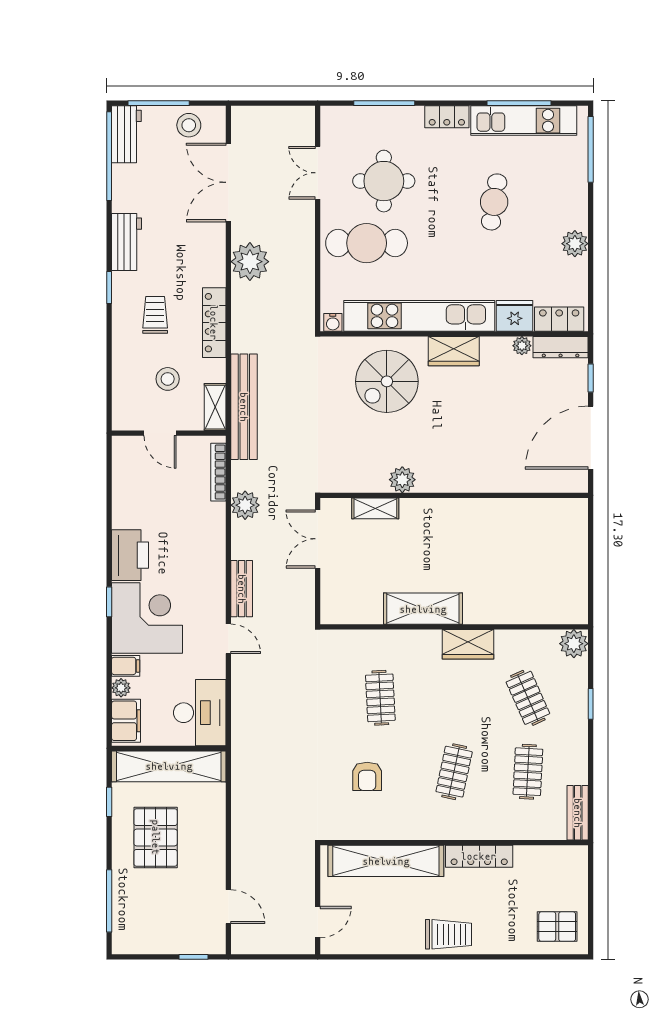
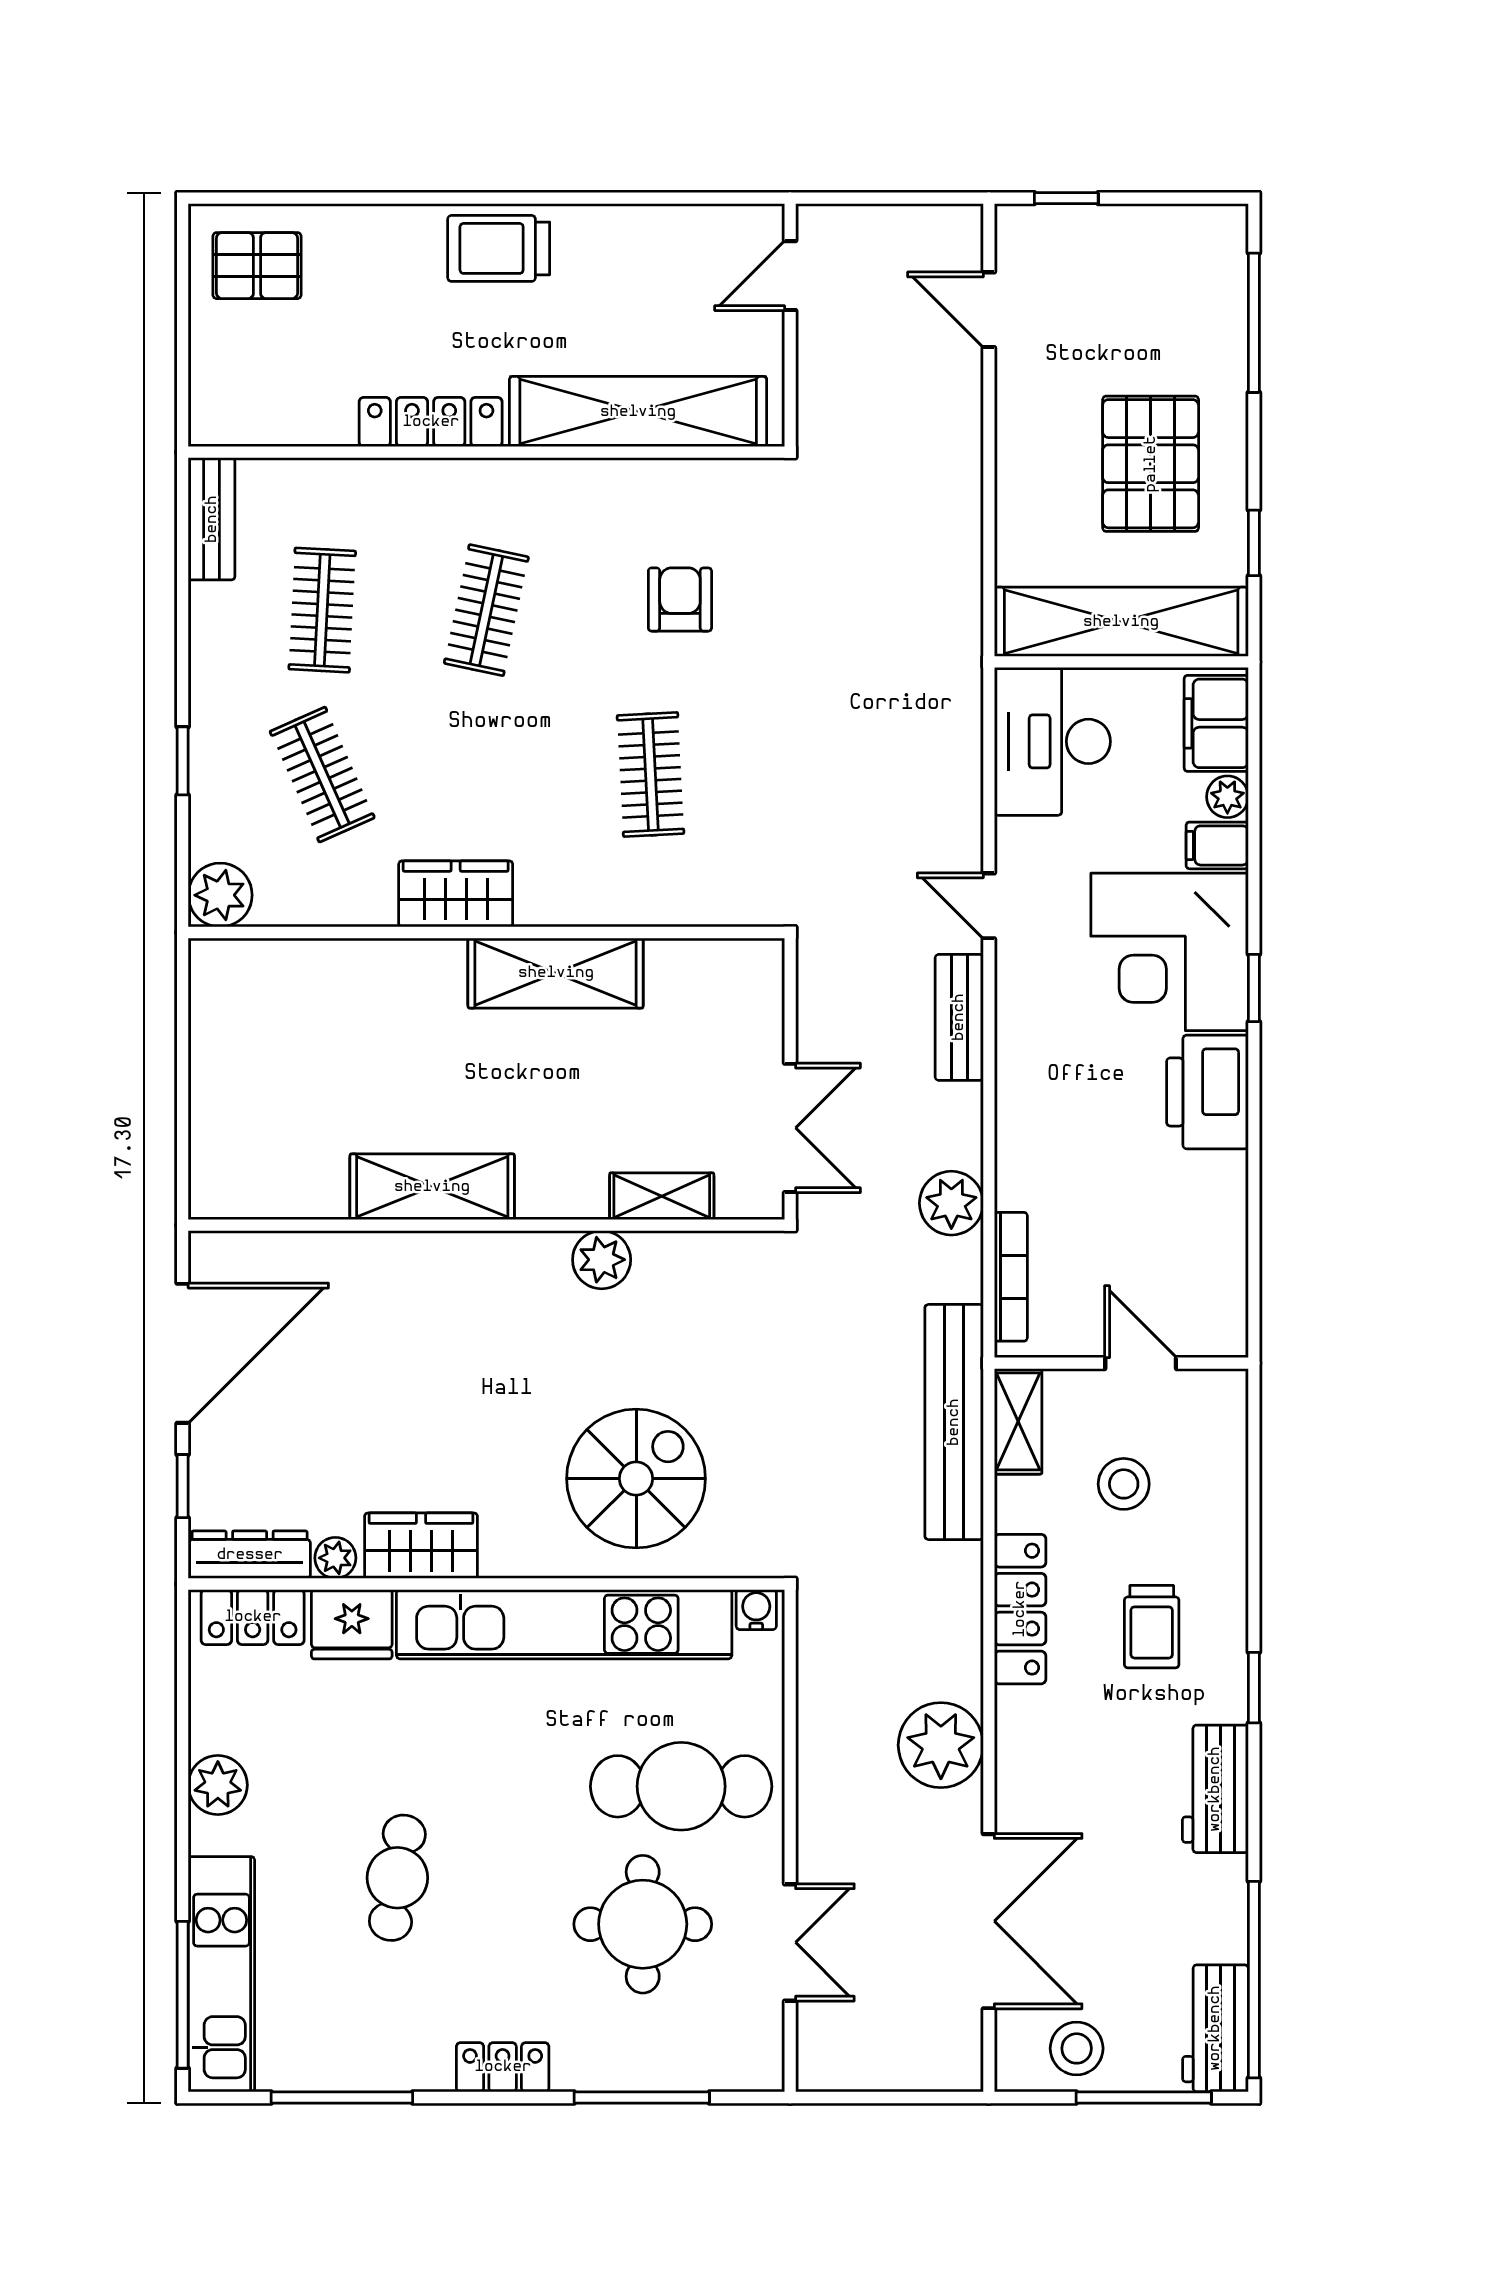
kitchen unit: (524, 121) -> (221, 1974), moved, turned 90
wardrobe: (454, 351) -> (421, 1546), moved
shelving: (478, 513) -> (432, 1187), added

